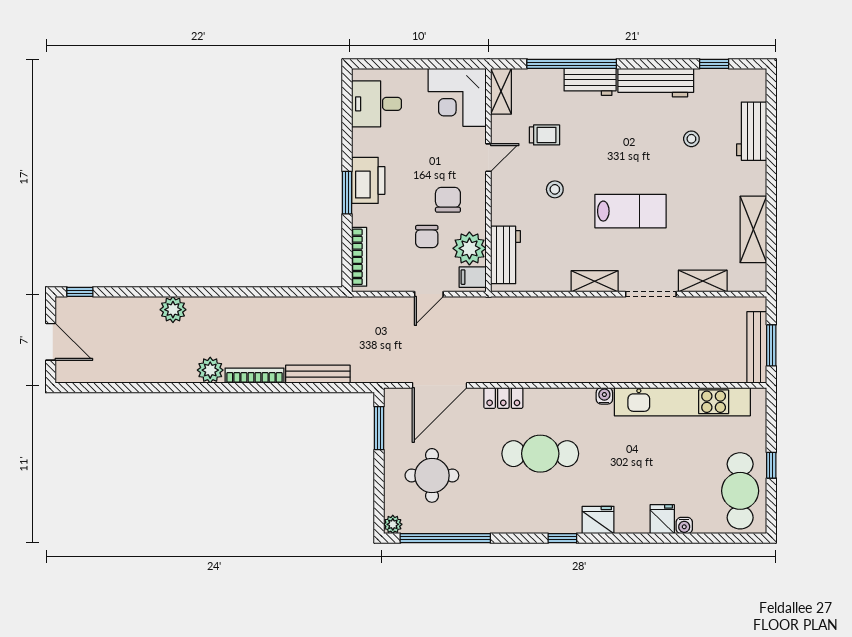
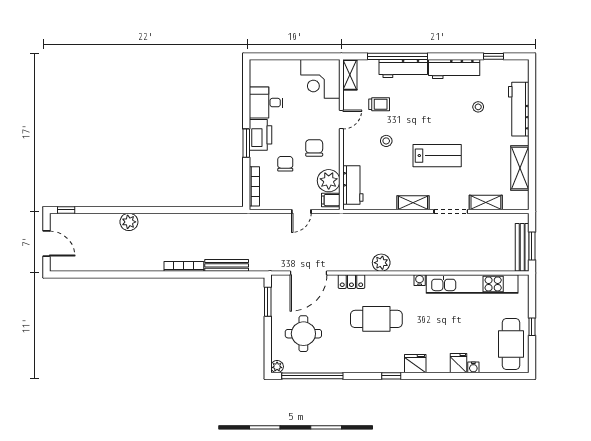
workbench: (590, 82) -> (403, 68), width x1.38
desk: (377, 104) -> (266, 103), moved
workbench: (752, 131) -> (519, 109), width x1.38
chair: (427, 237) -> (285, 164), moved, turned 180
plant: (210, 370) -> (381, 263), moved

